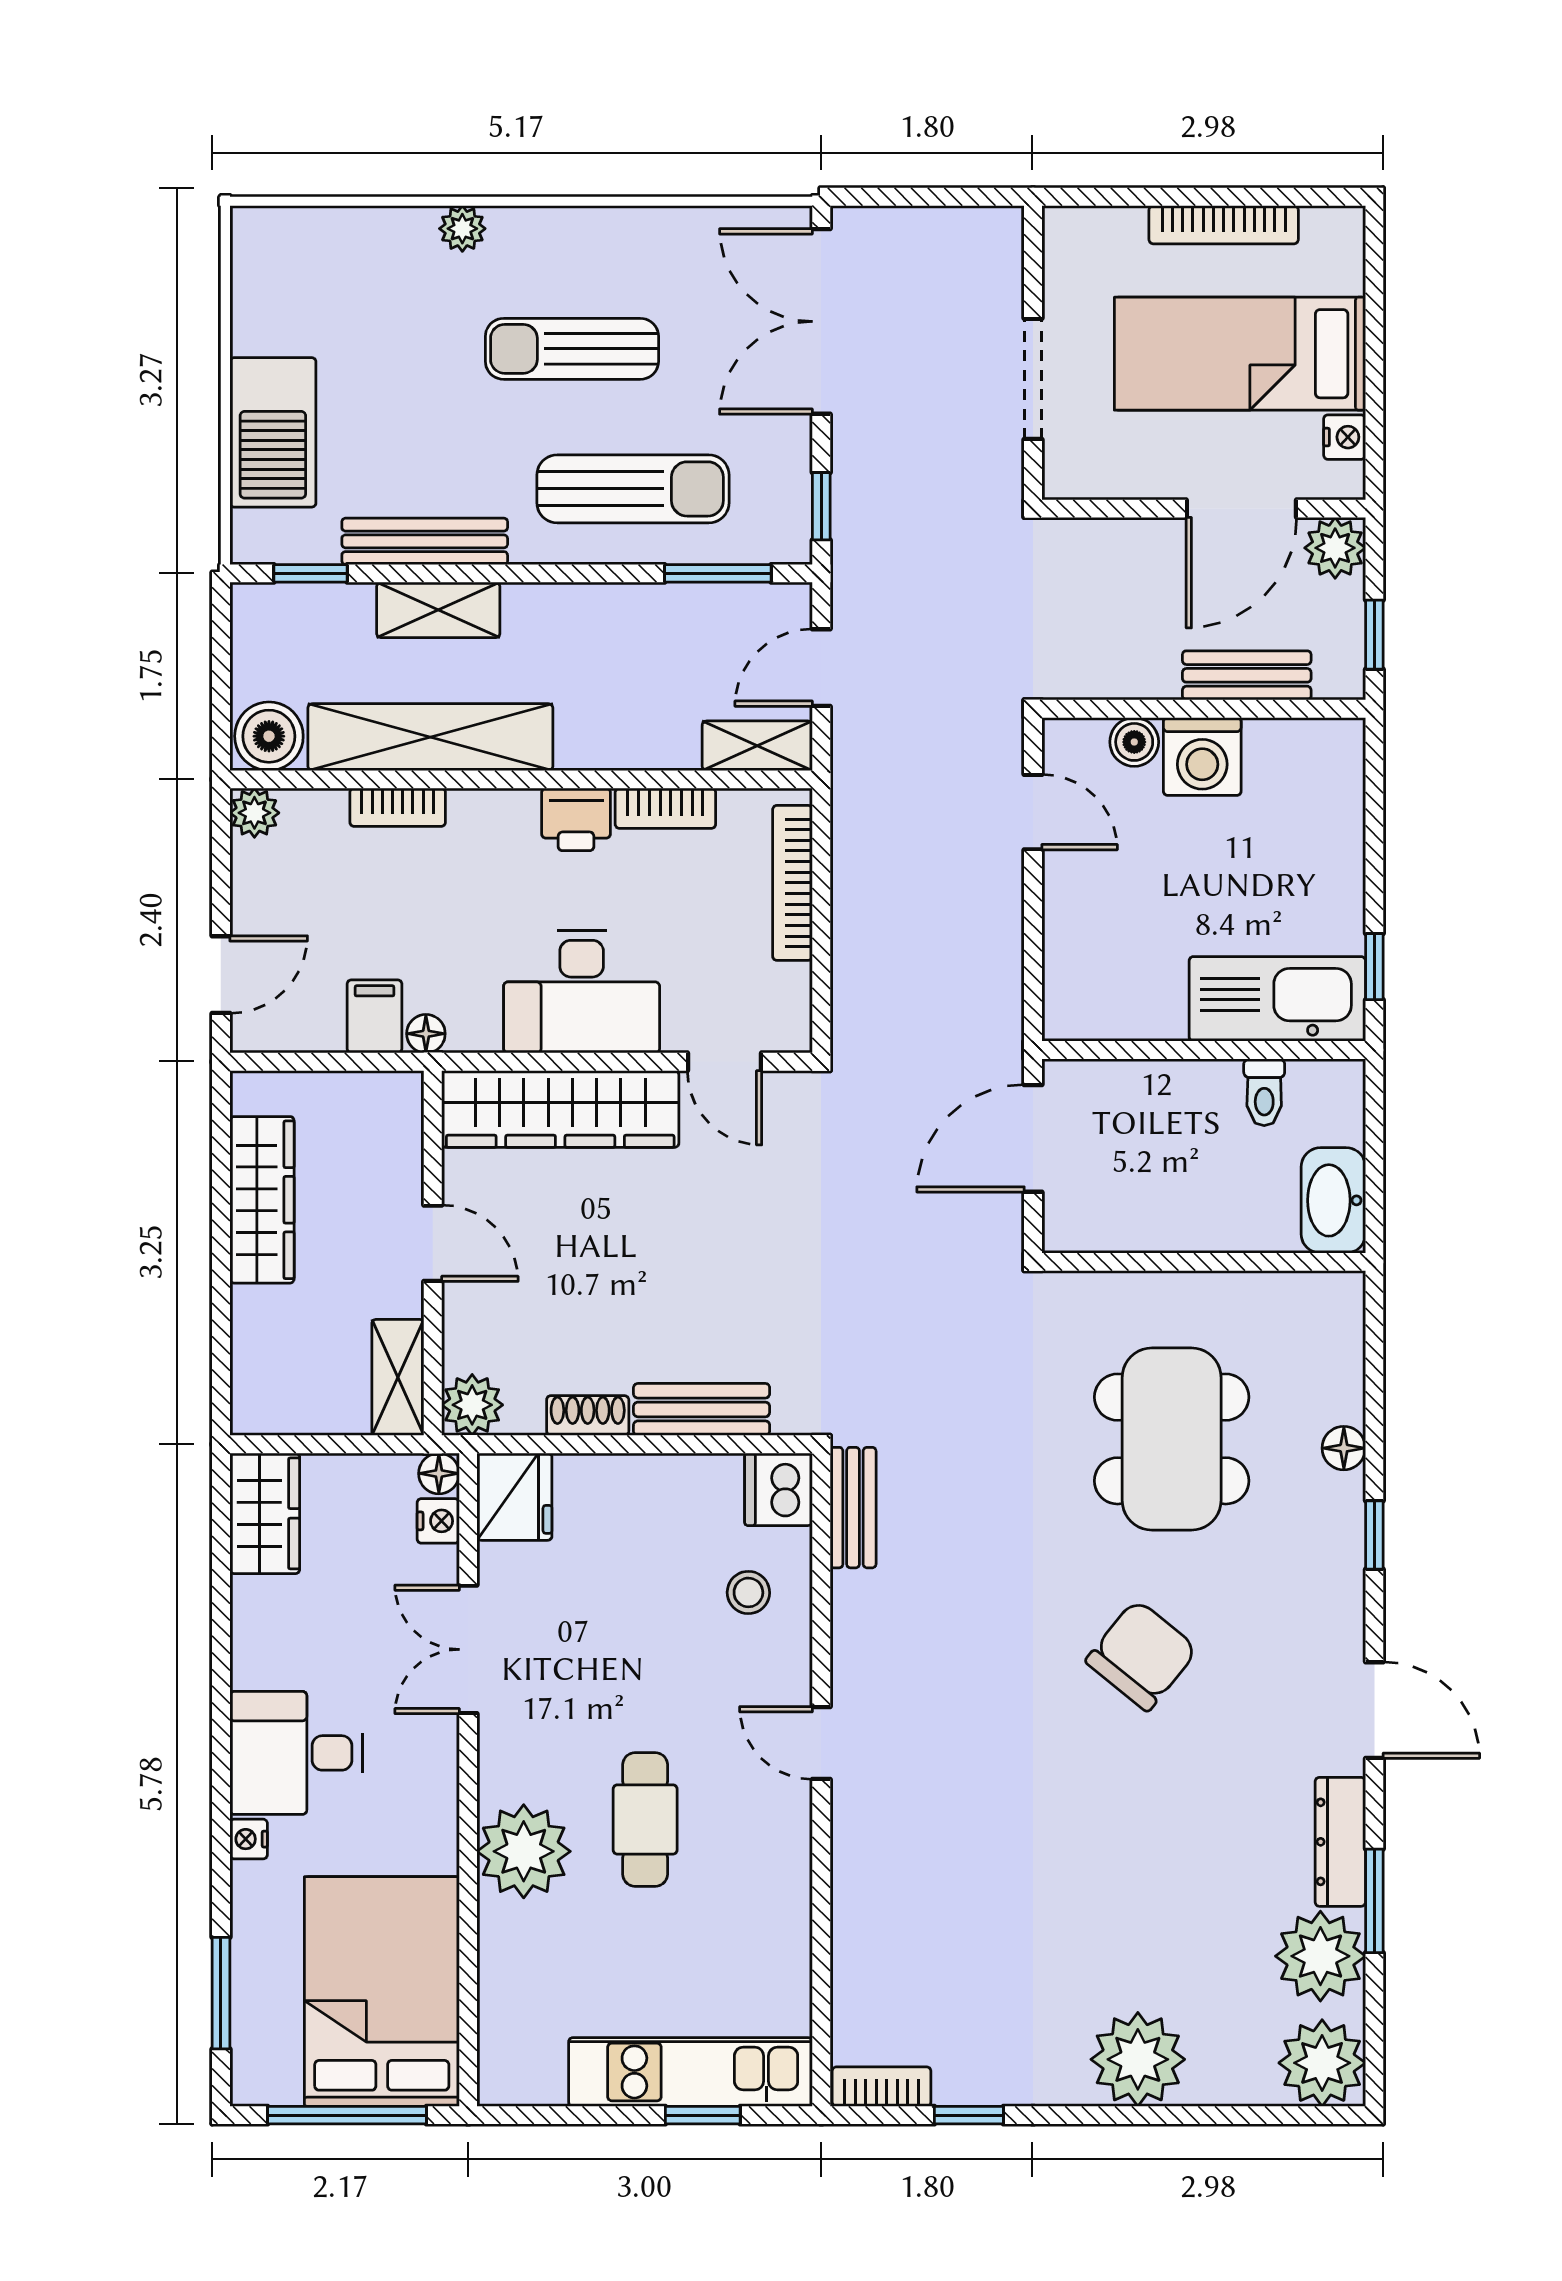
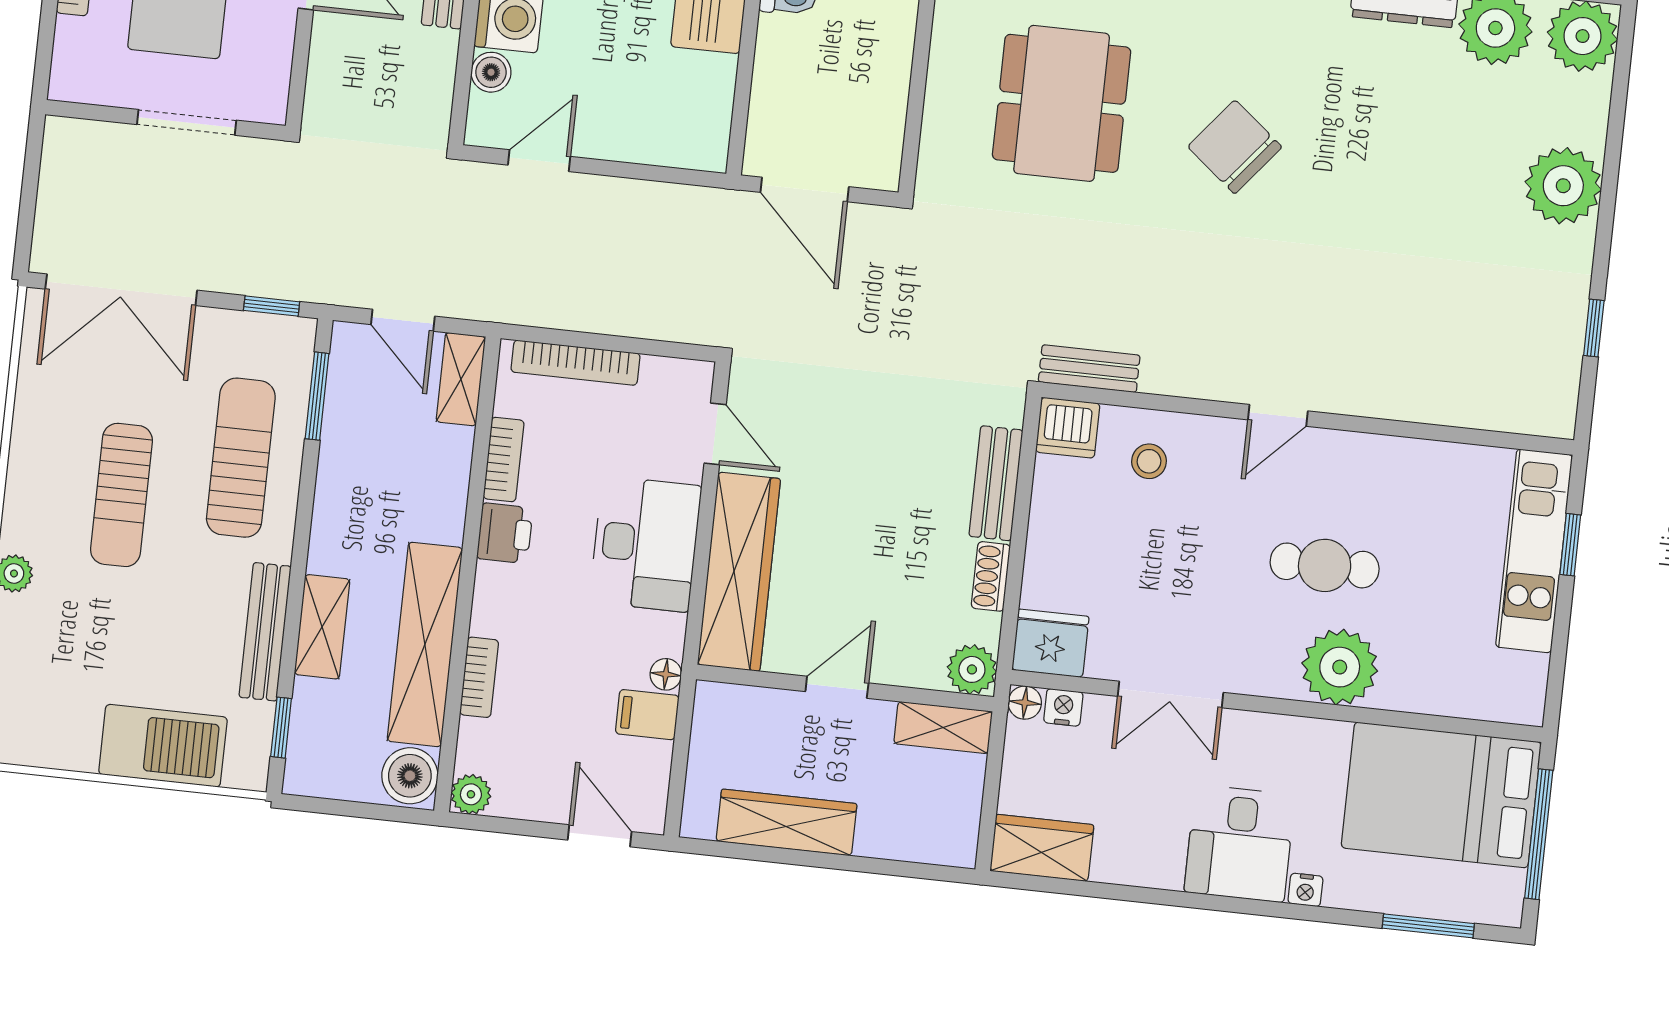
door: (725, 1062) -> (715, 434), hinge flipped
dining table: (1172, 1439) -> (1062, 103), turned 90
bookcase: (882, 2087) -> (1563, 397), removed

